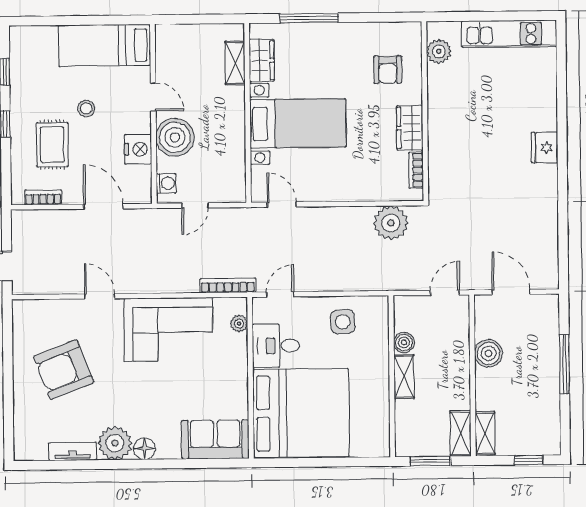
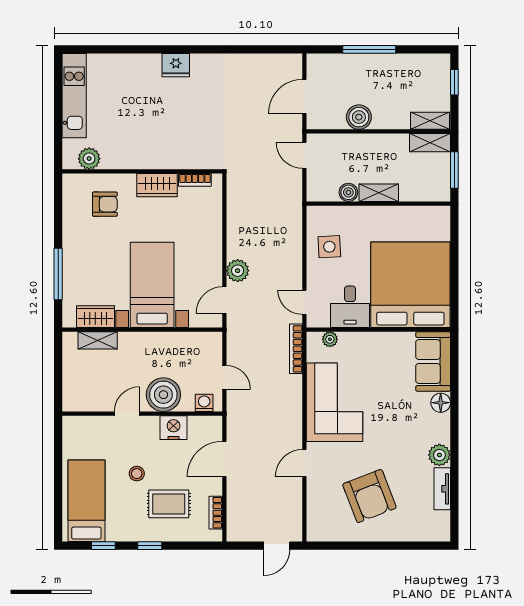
bed: (105, 45) -> (86, 501), moved, turned 180
plant: (391, 223) -> (238, 271), moved, width x0.73, depth x0.73
plant: (115, 443) -> (439, 455), width x0.73, depth x0.73
floor lamp: (145, 449) -> (441, 403), moved

